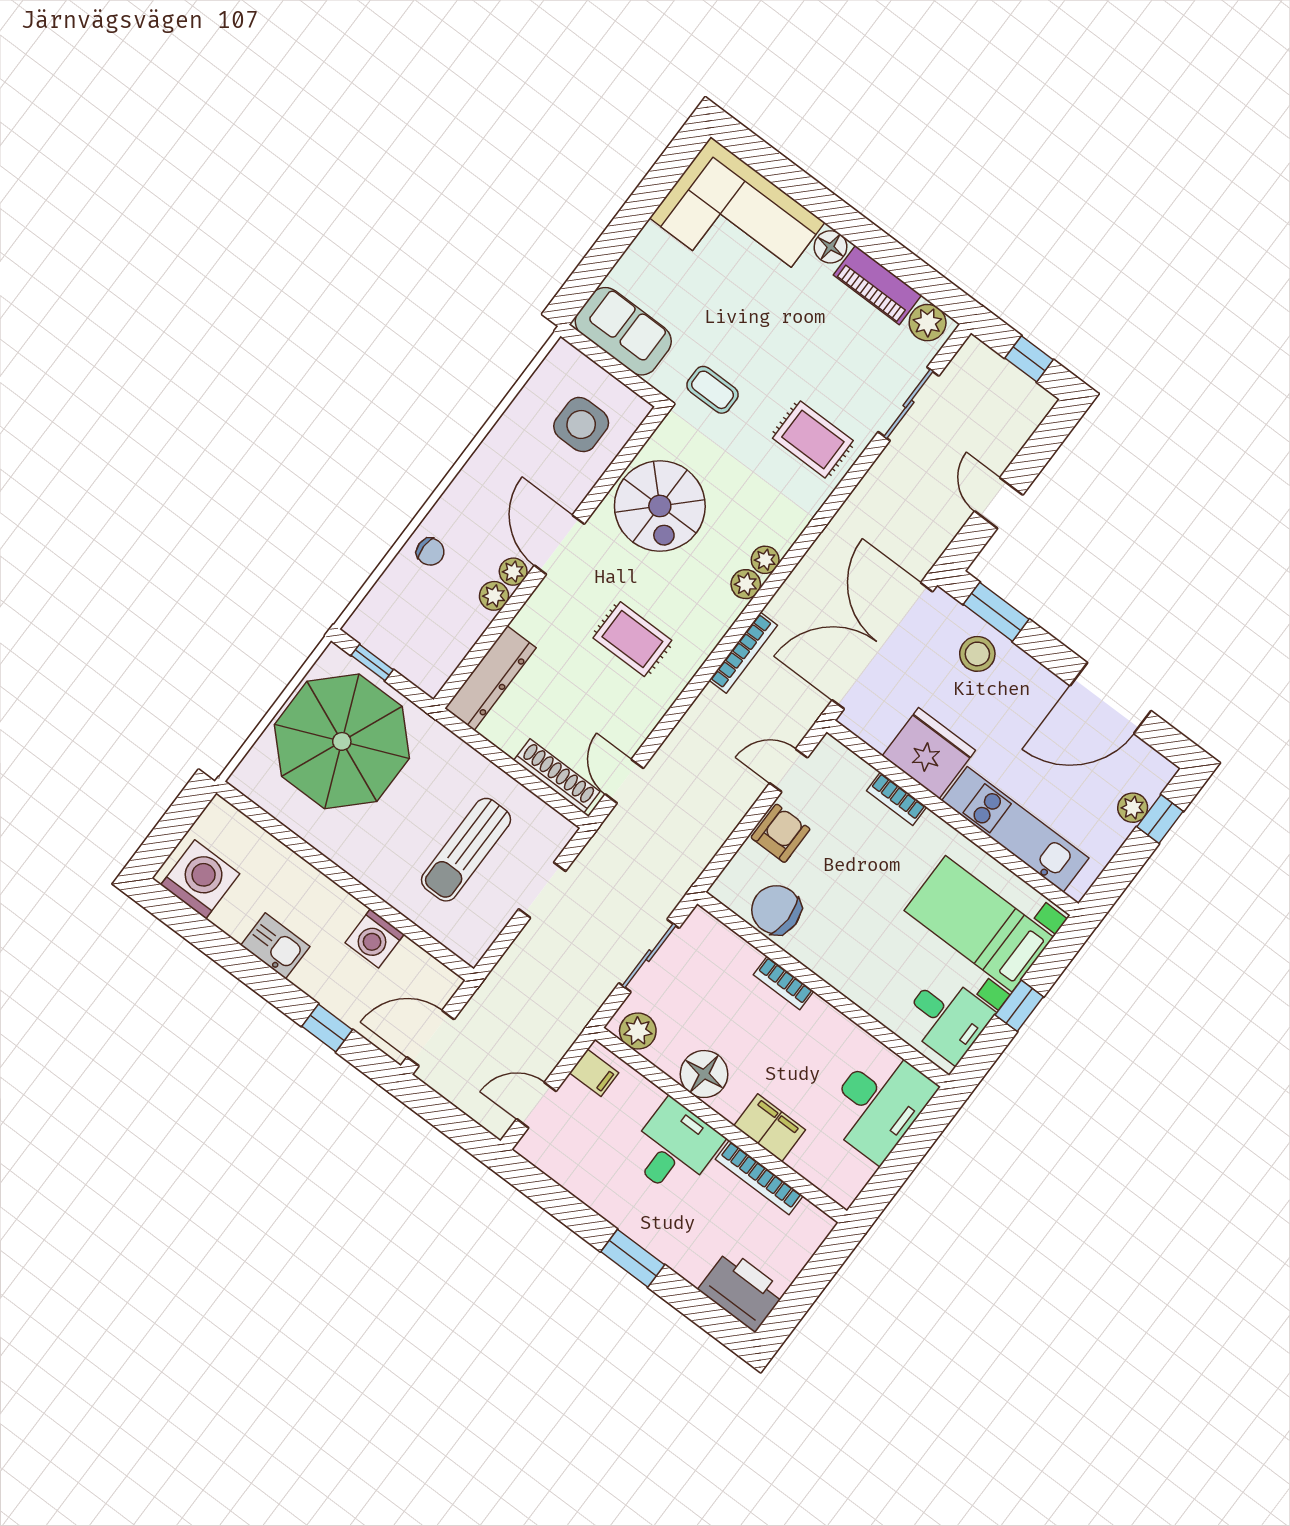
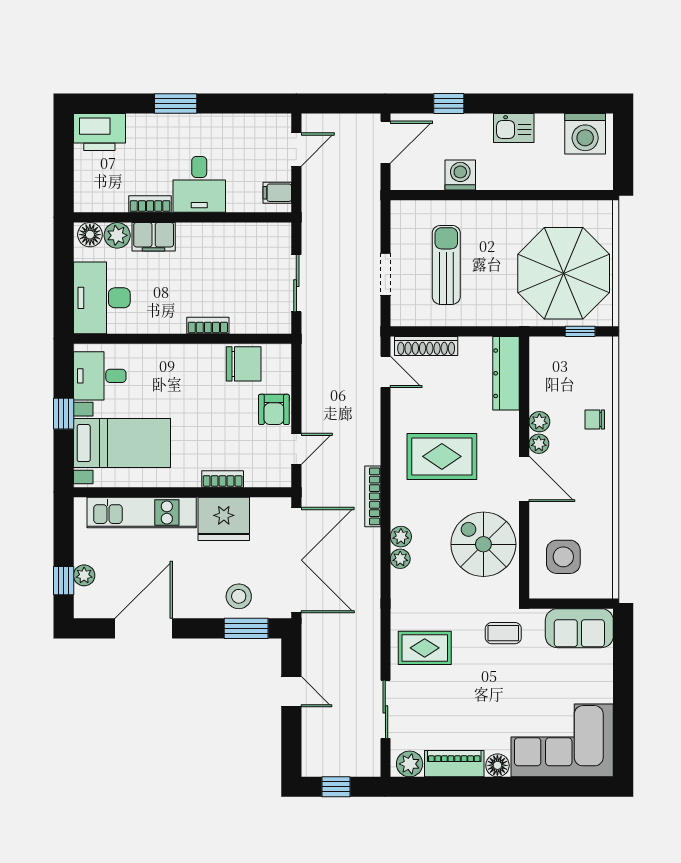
rug: (632, 639) -> (442, 456), width x1.36, depth x1.43
plant: (638, 1031) -> (117, 235), moved
floor lamp: (704, 1074) -> (90, 235), moved, width x0.73, depth x0.73
bookcase: (759, 1177) -> (150, 204), width x0.64

